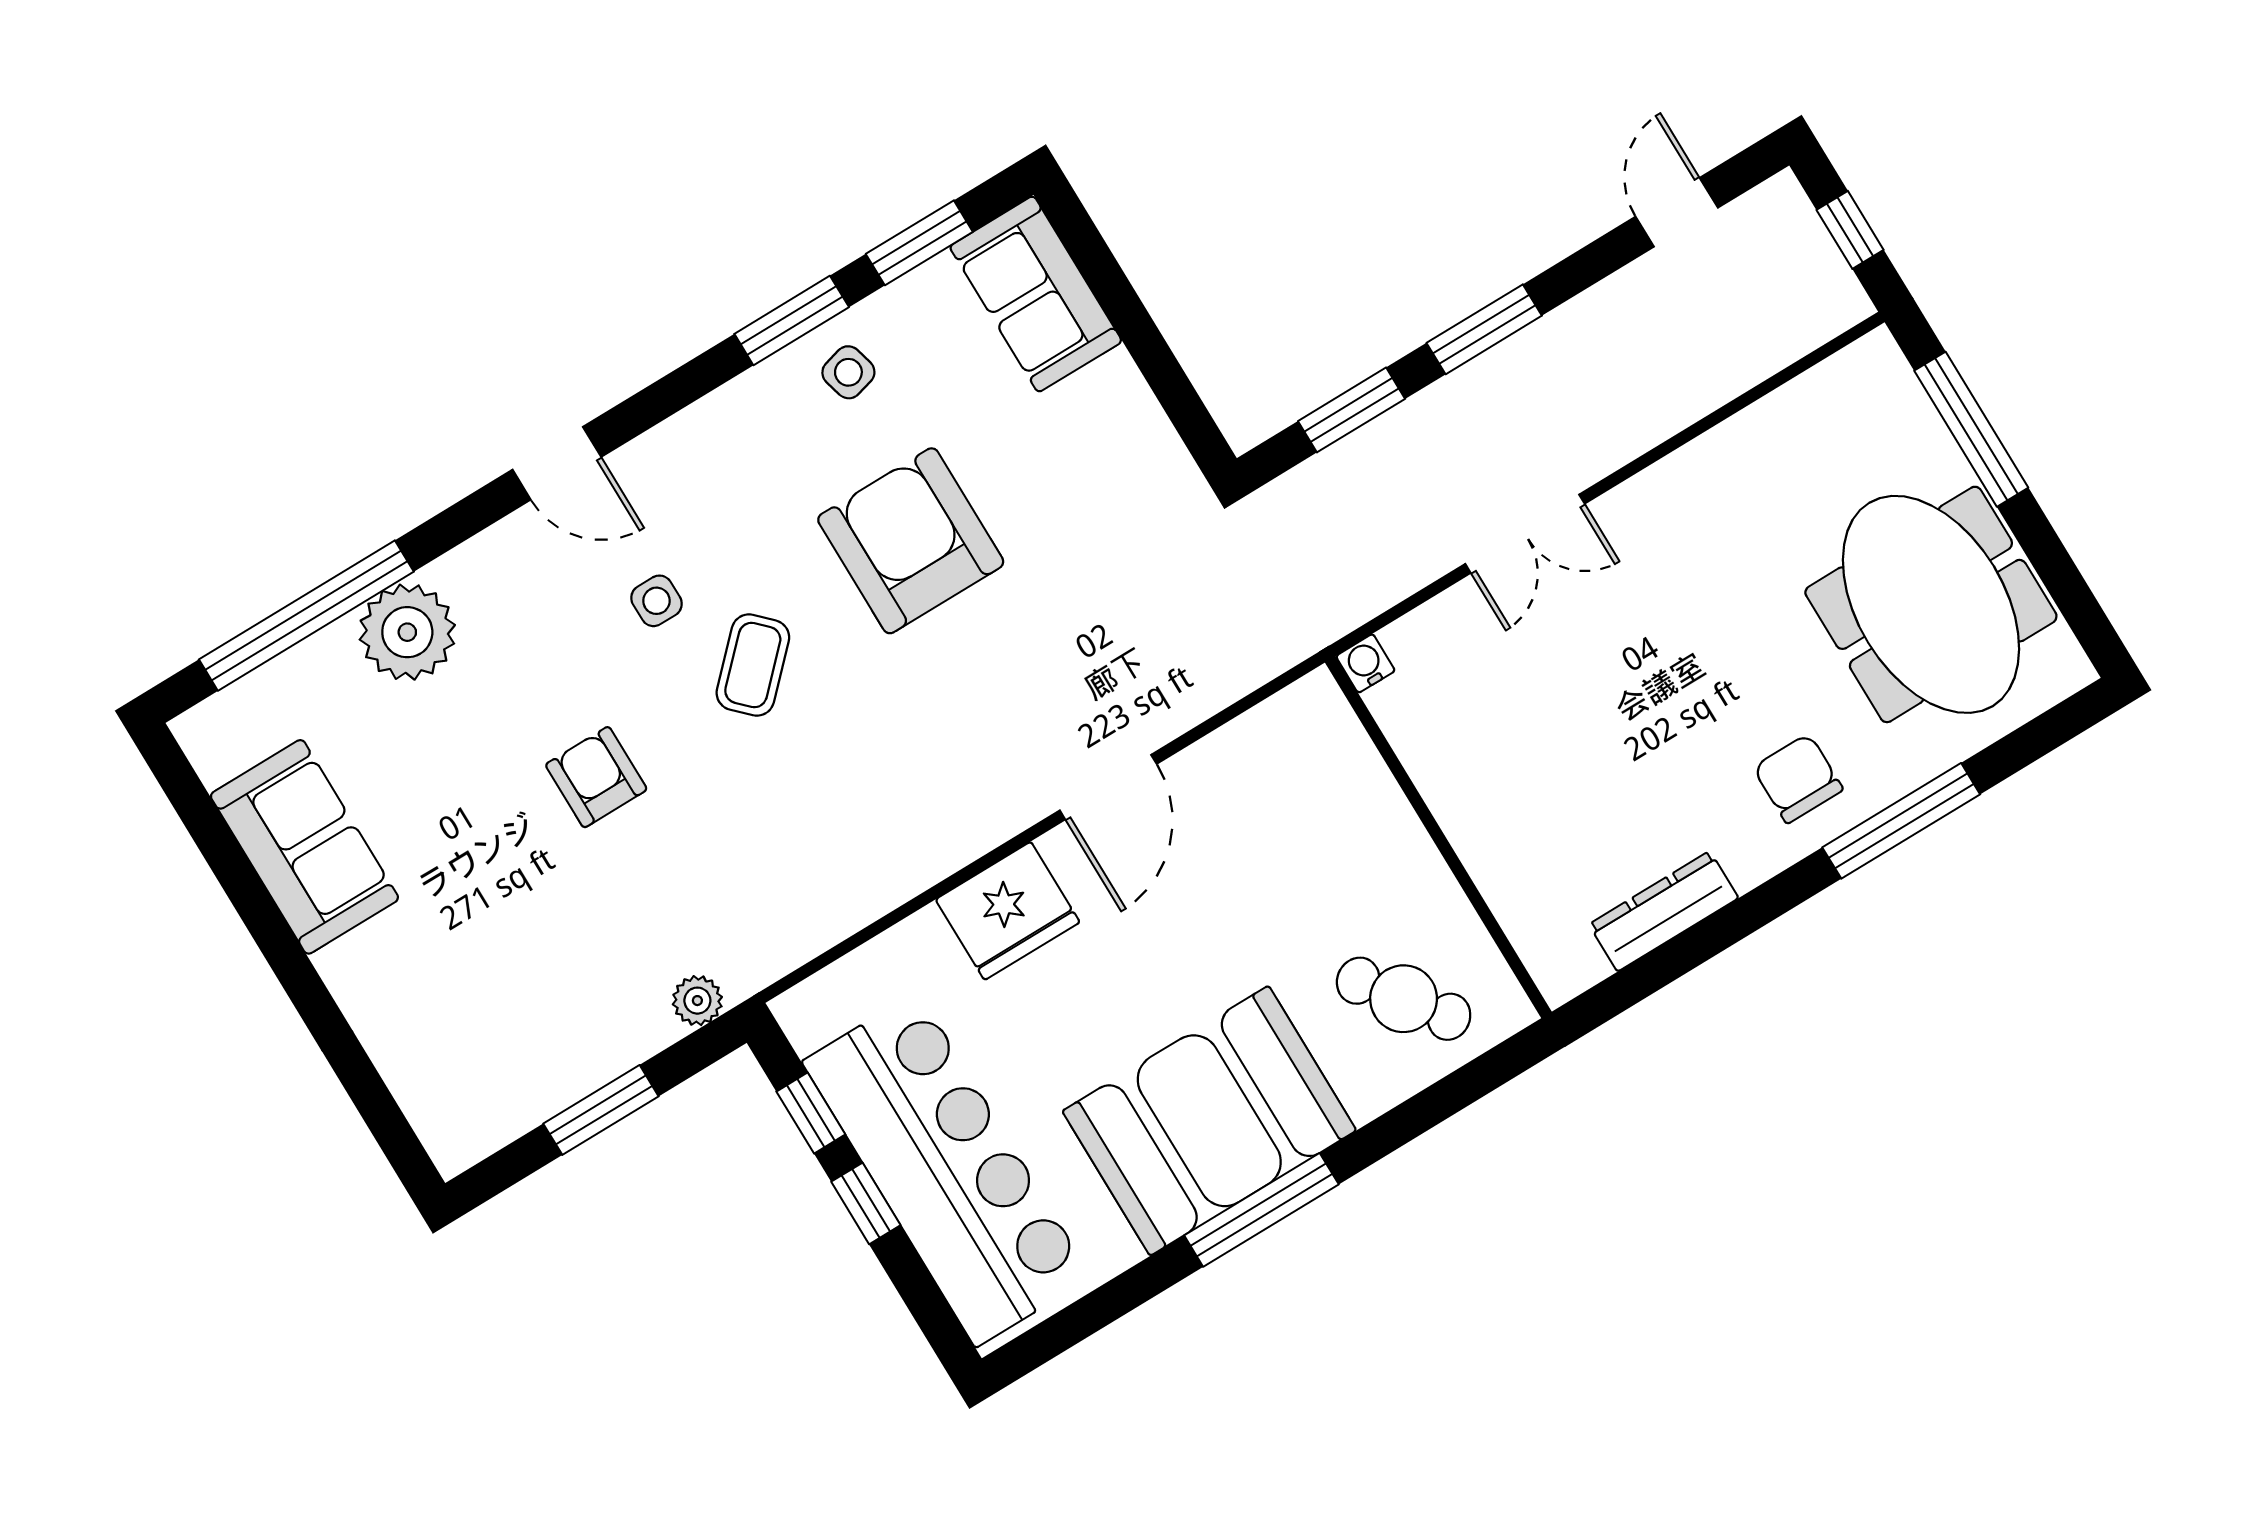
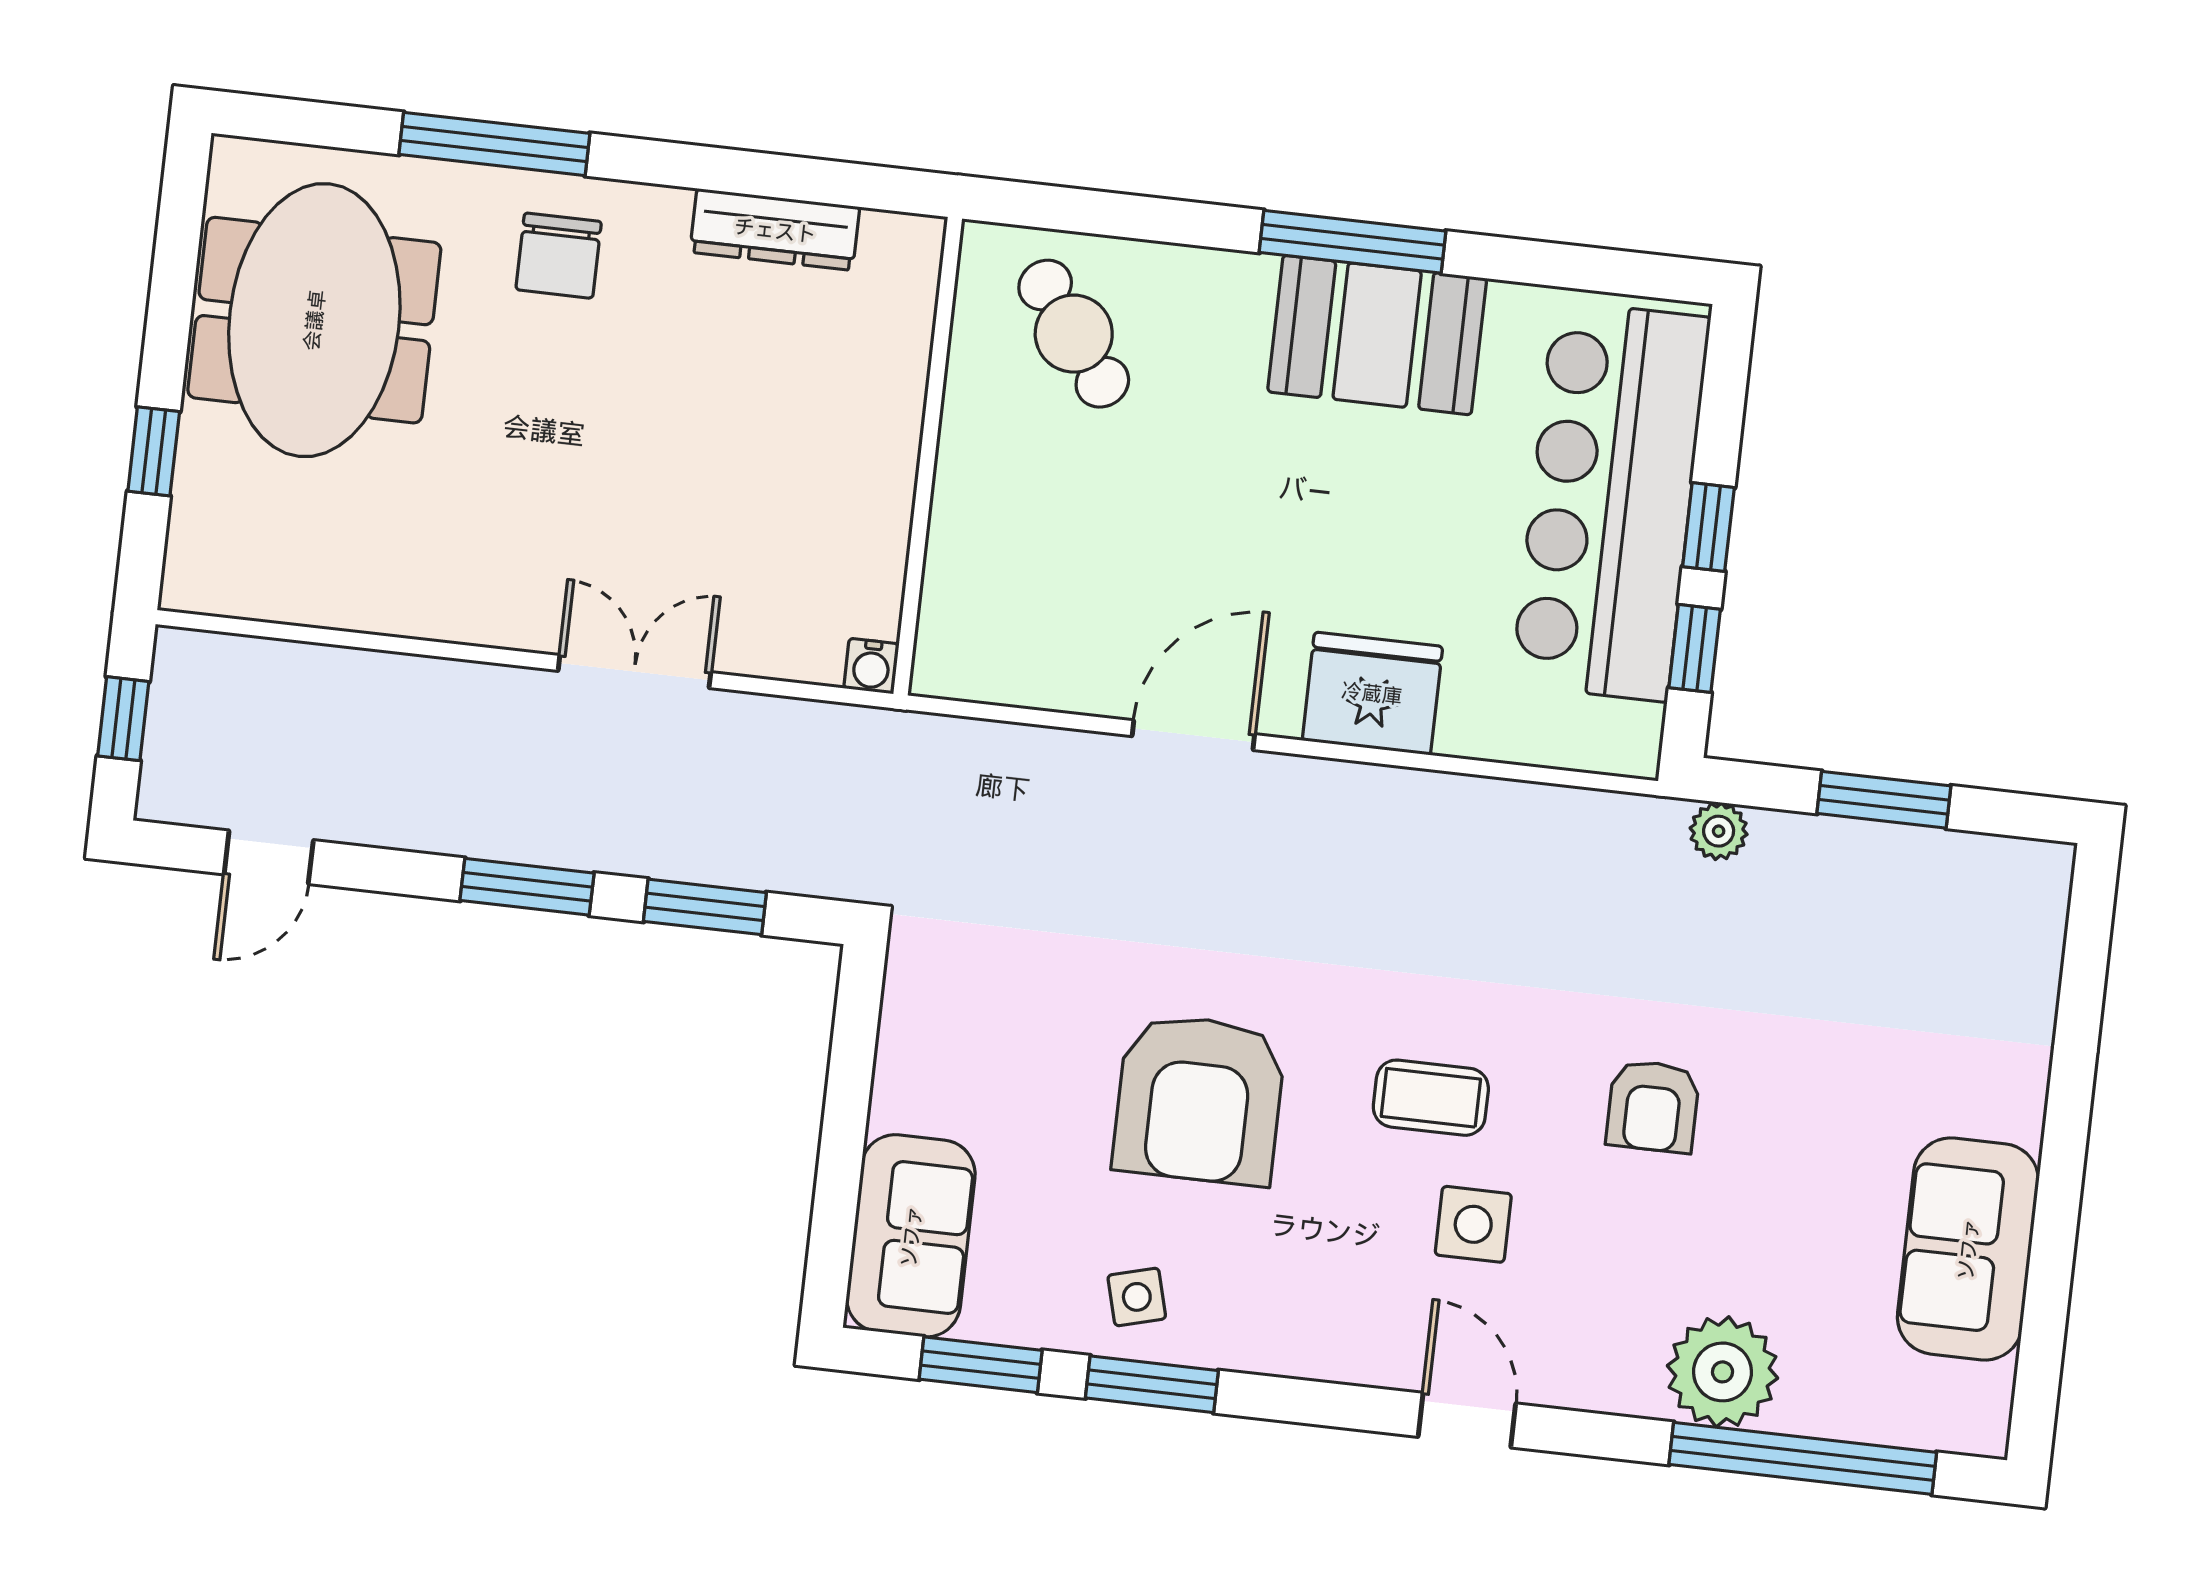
window: (1971, 429) -> (154, 451), width x0.46
side table: (656, 601) -> (1473, 1224), width x1.37, depth x1.37
coffee table: (753, 665) -> (1431, 1098), turned 45
booth: (1209, 1121) -> (1377, 335), width x0.73, depth x0.70

